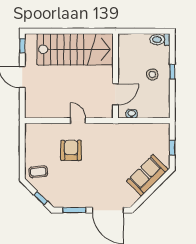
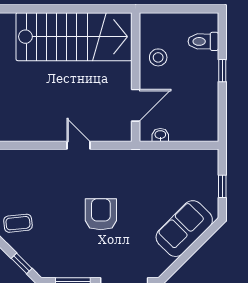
toilet: (160, 40) -> (203, 41), moved
stool: (152, 74) -> (158, 57), moved
armchair: (71, 150) -> (101, 214), moved

